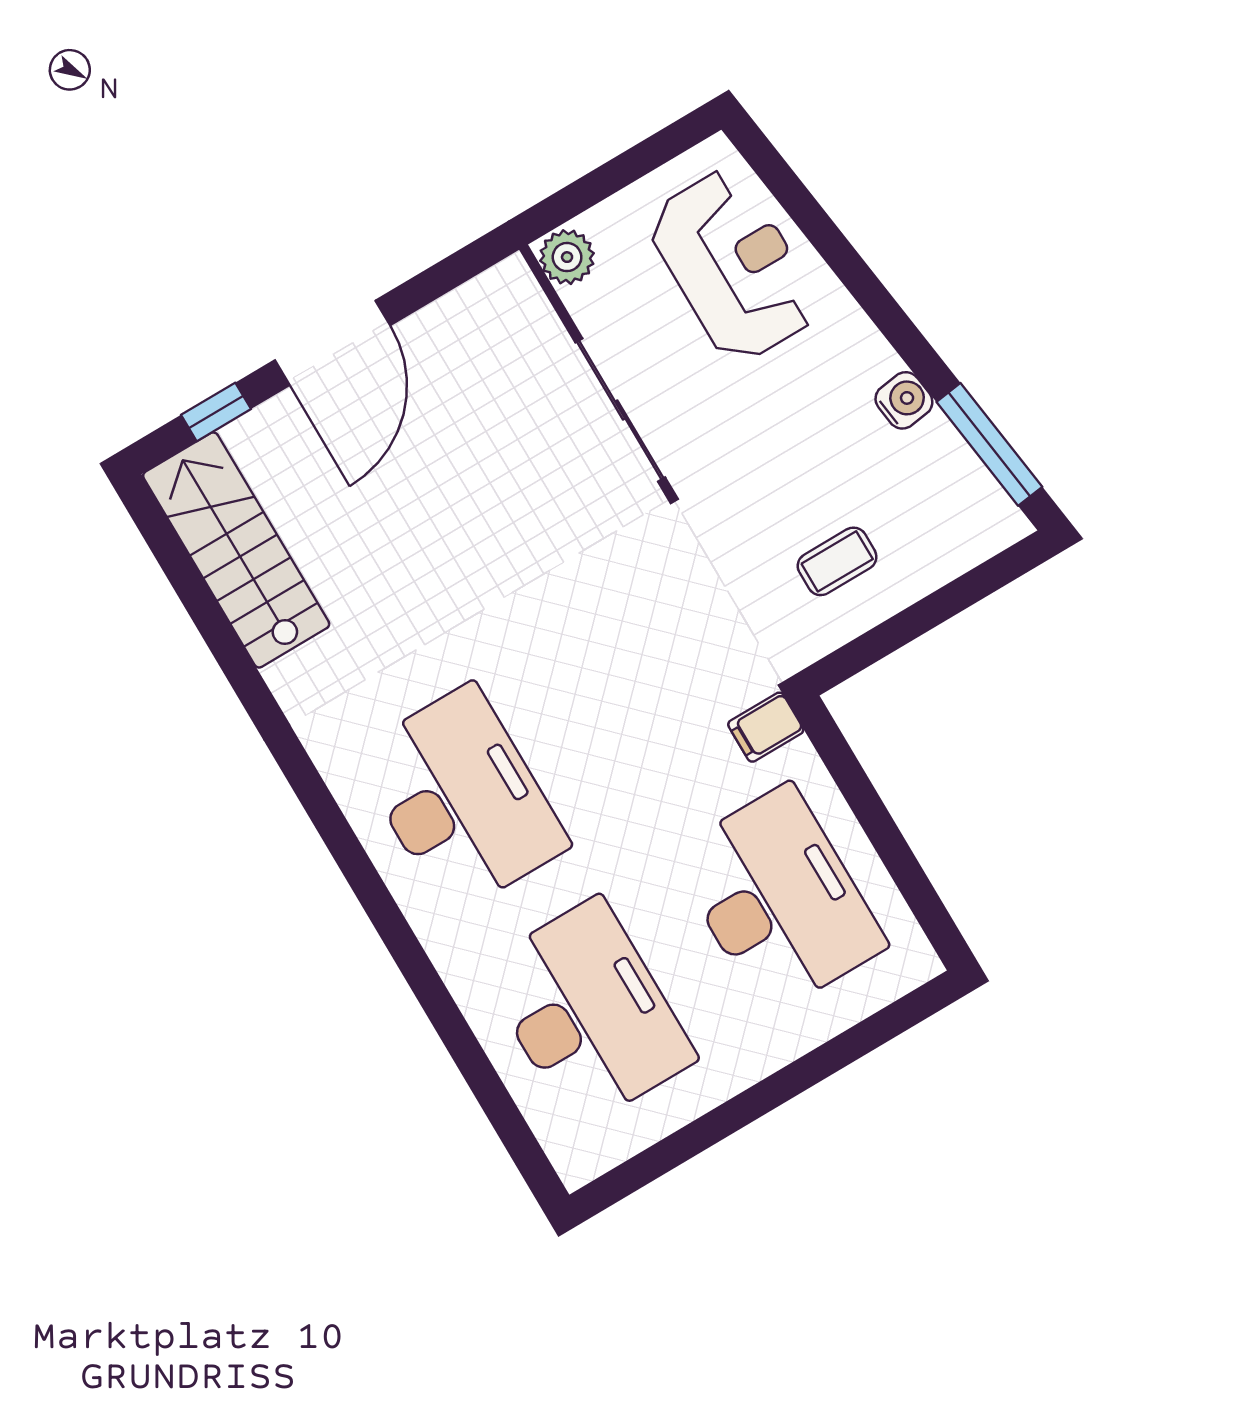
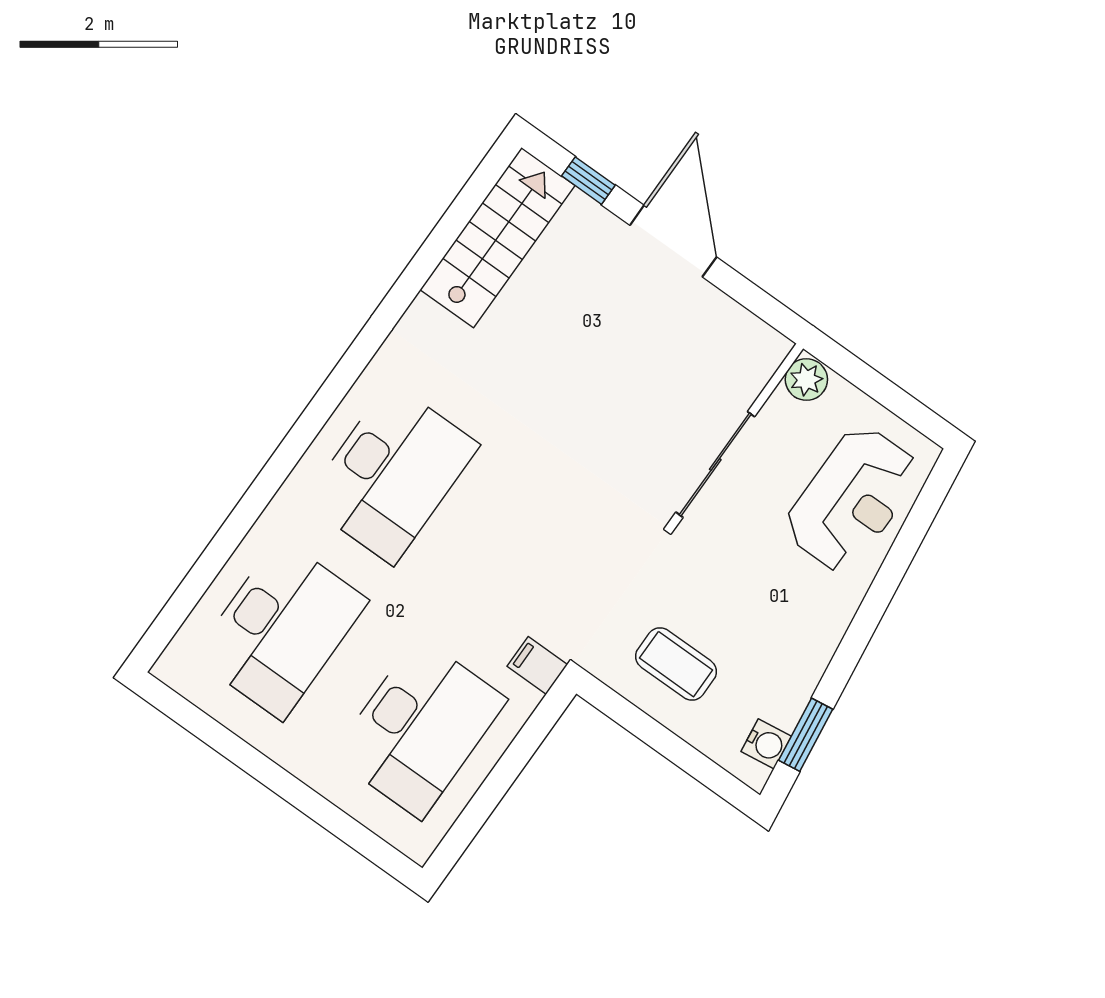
door: (332, 343) -> (673, 241), swing flipped
water cooler: (904, 400) -> (766, 744), moved
window: (989, 444) -> (806, 735), width x0.69
coffee table: (837, 561) -> (676, 664), width x1.36, depth x1.30

